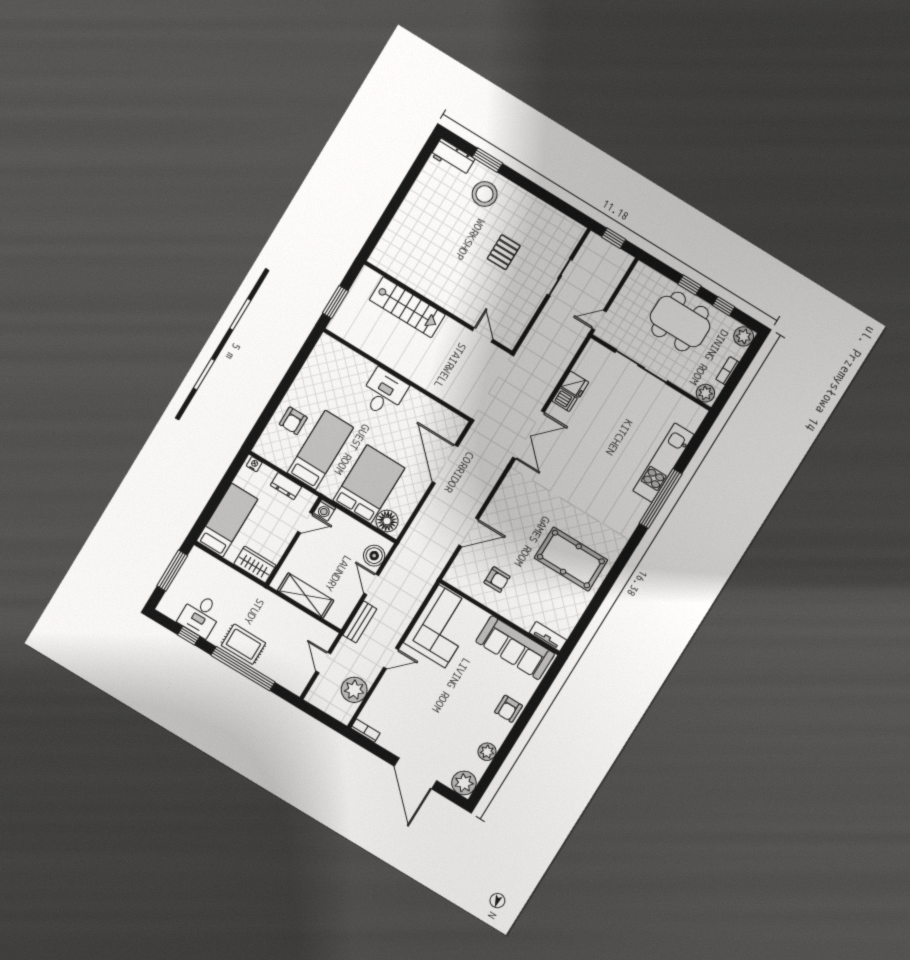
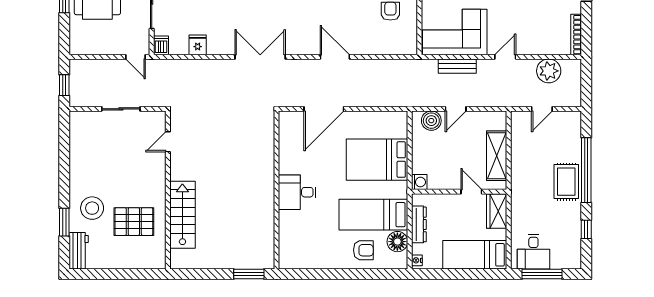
pallet: (504, 252) -> (134, 222), moved, width x1.50, depth x1.42
stairs: (407, 307) -> (182, 215), moved
wall: (438, 308) -> (168, 190), moved
door: (483, 335) -> (168, 142), moved
dishwasher: (565, 400) -> (161, 45), moved
dresser: (286, 486) -> (419, 224), width x1.44
floor lamp: (387, 521) -> (397, 242), moved
door: (305, 523) -> (471, 192), moved
door: (469, 532) -> (335, 57), moved
desk: (200, 615) -> (533, 252), moved, turned 90
bench: (360, 622) -> (457, 66), moved
door: (391, 658) -> (505, 57), hinge flipped
bookcase: (365, 731) -> (576, 35), width x1.56

